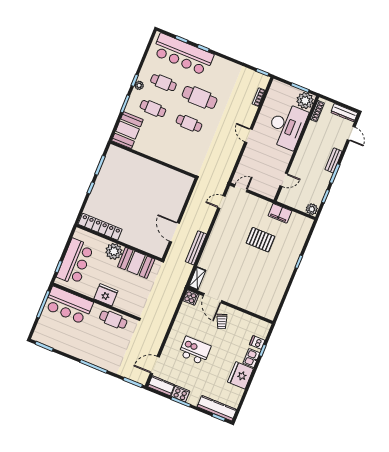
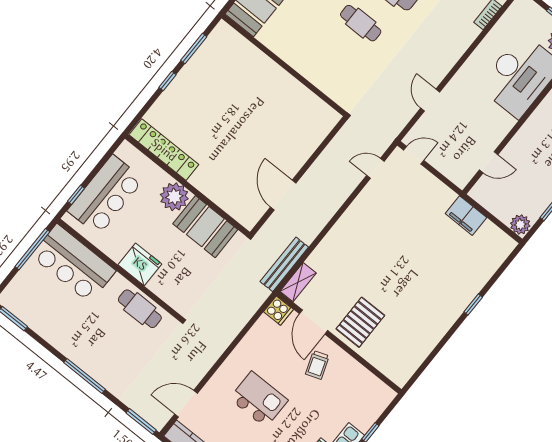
door: (248, 136) -> (430, 100), moved
pallet: (260, 240) -> (360, 322), moved, turned 90
bench: (196, 248) -> (284, 264), moved
dishwasher: (257, 342) -> (365, 417), removed

